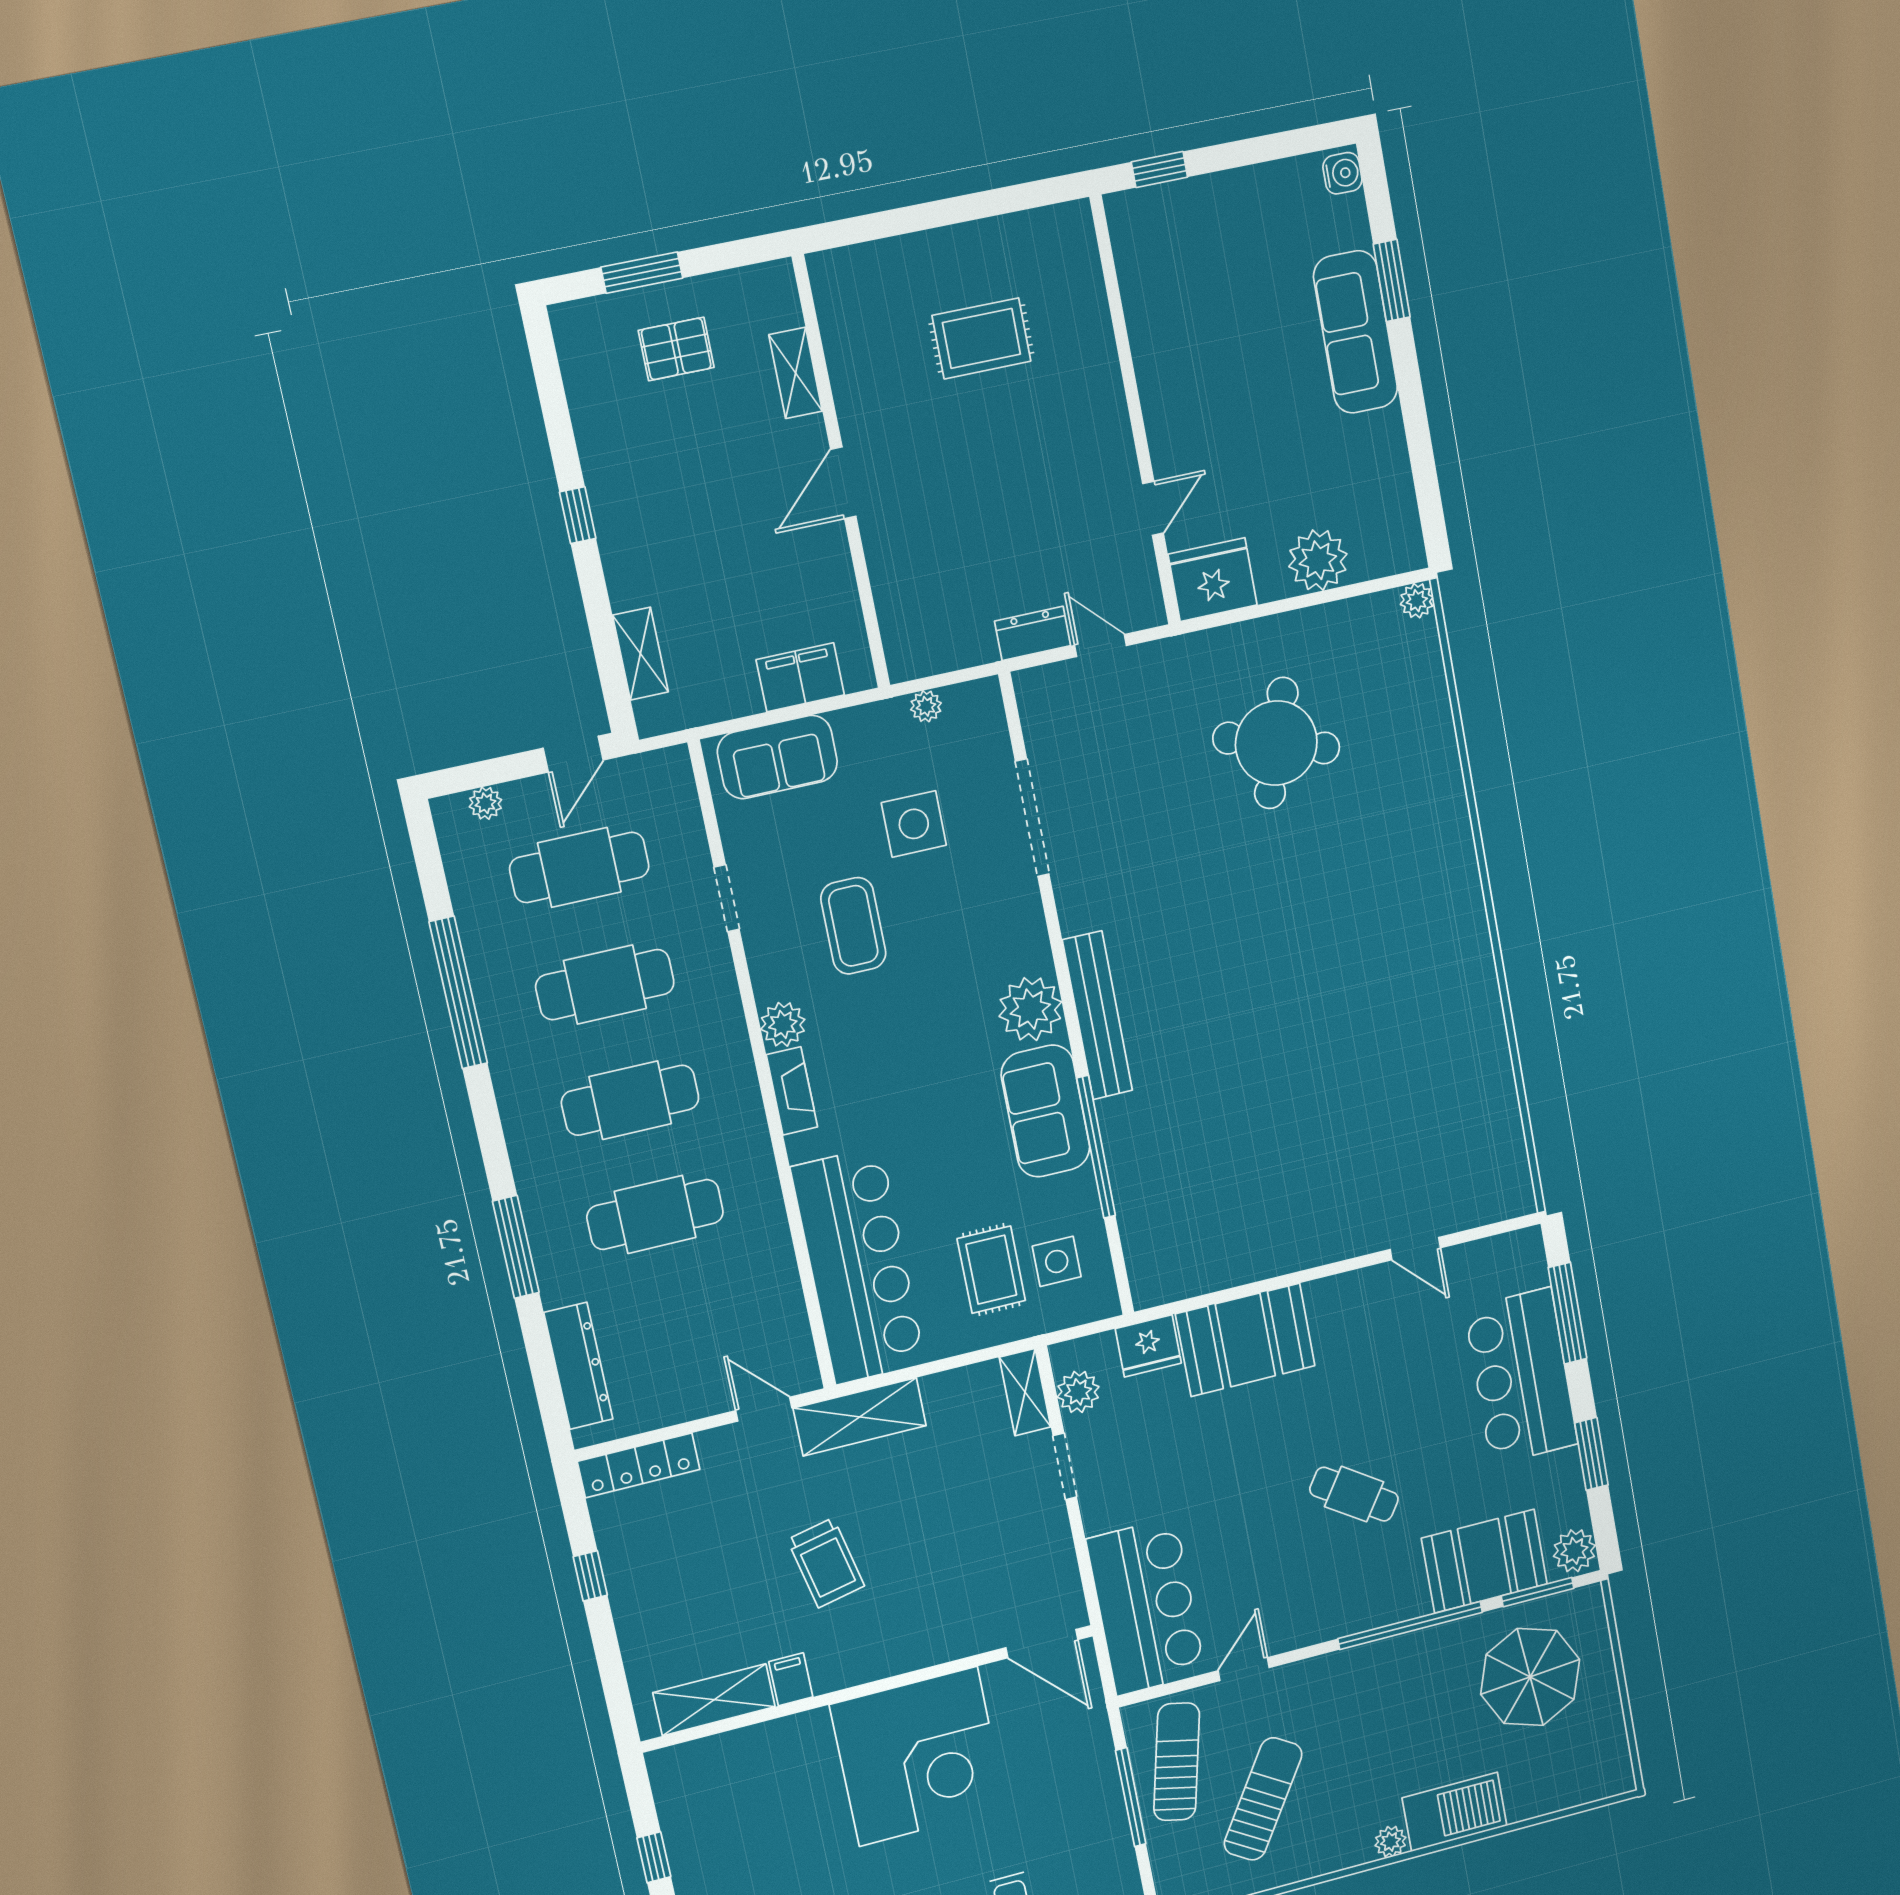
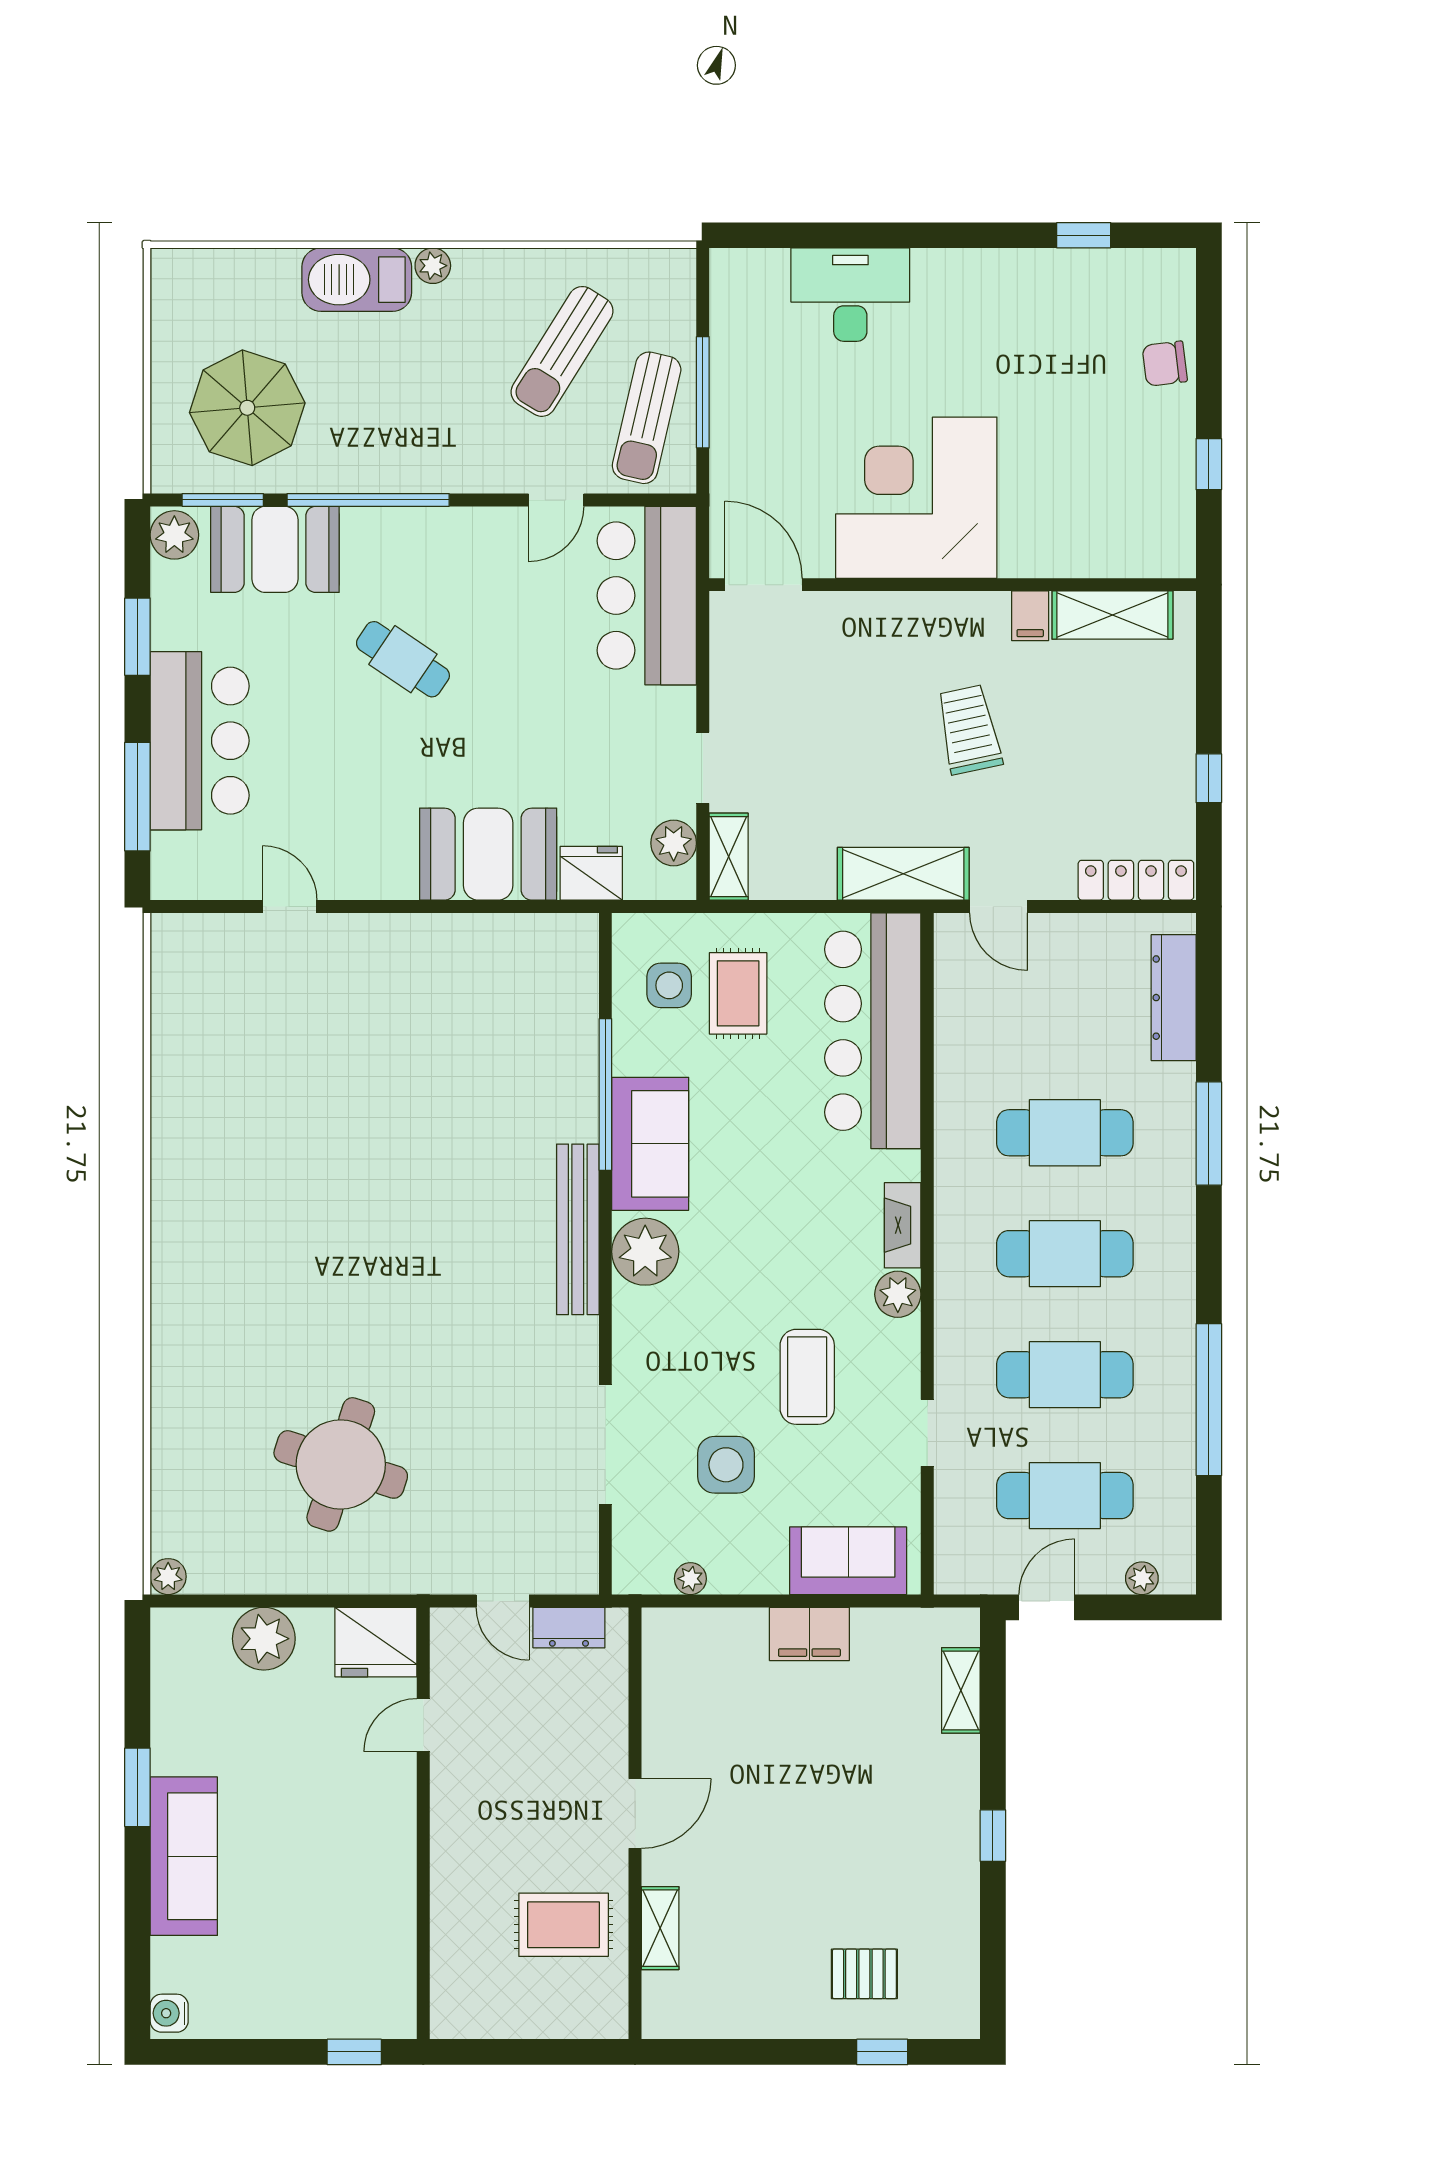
window: (642, 273) -> (882, 2052), width x0.67
window: (1392, 281) -> (137, 1787), moved
shelving: (796, 373) -> (660, 1928), moved
wall: (841, 473) -> (635, 1823), moved
door: (843, 483) -> (635, 1814), moved

